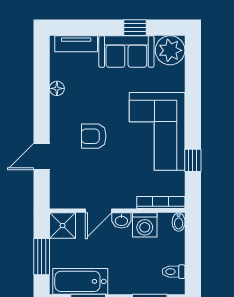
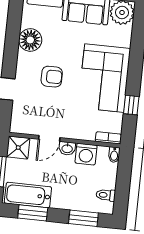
floor lamp: (57, 88) -> (30, 40), width x1.89, depth x1.89
armchair: (94, 136) -> (52, 77), turned 180
bookcase: (161, 203) -> (108, 138), width x0.64

